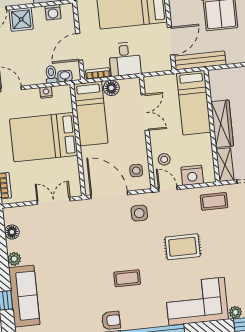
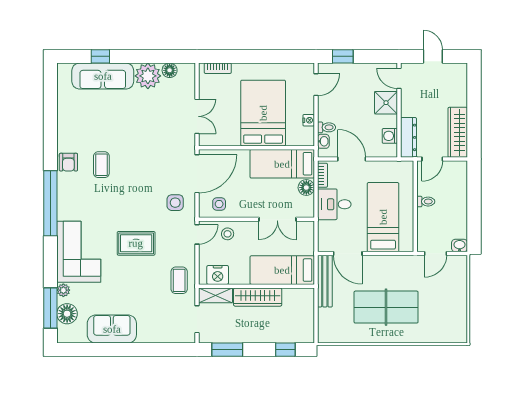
nightstand: (192, 175) -> (218, 275), moved, turned -90
rug: (183, 247) -> (136, 243), turned 90
plant: (14, 259) -> (148, 76), width x1.88, depth x1.88
coffee table: (127, 278) -> (101, 165), moved

